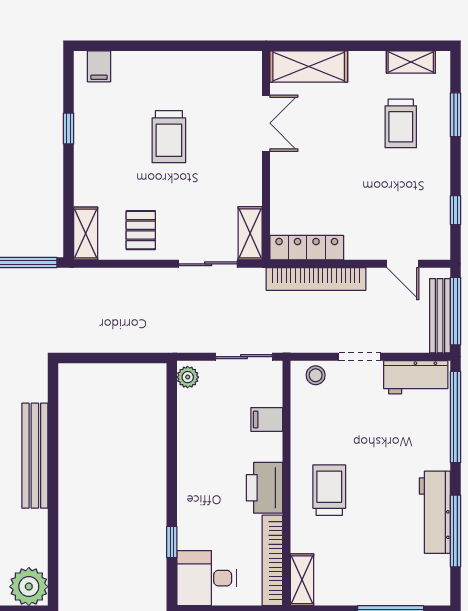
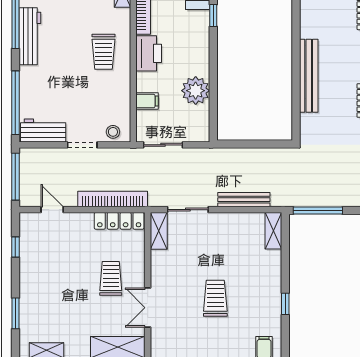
trolley: (401, 123) -> (111, 278), moved
pallet: (141, 230) -> (235, 233), removed
bench: (440, 316) -> (244, 200), moved, turned 90
plant: (188, 377) -> (196, 91), moved, width x1.87, depth x1.87

